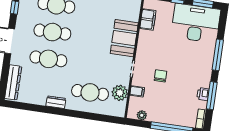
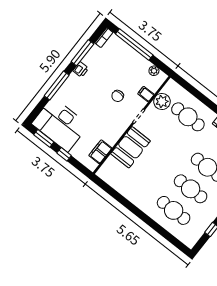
printer: (203, 94) -> (81, 70), moved

